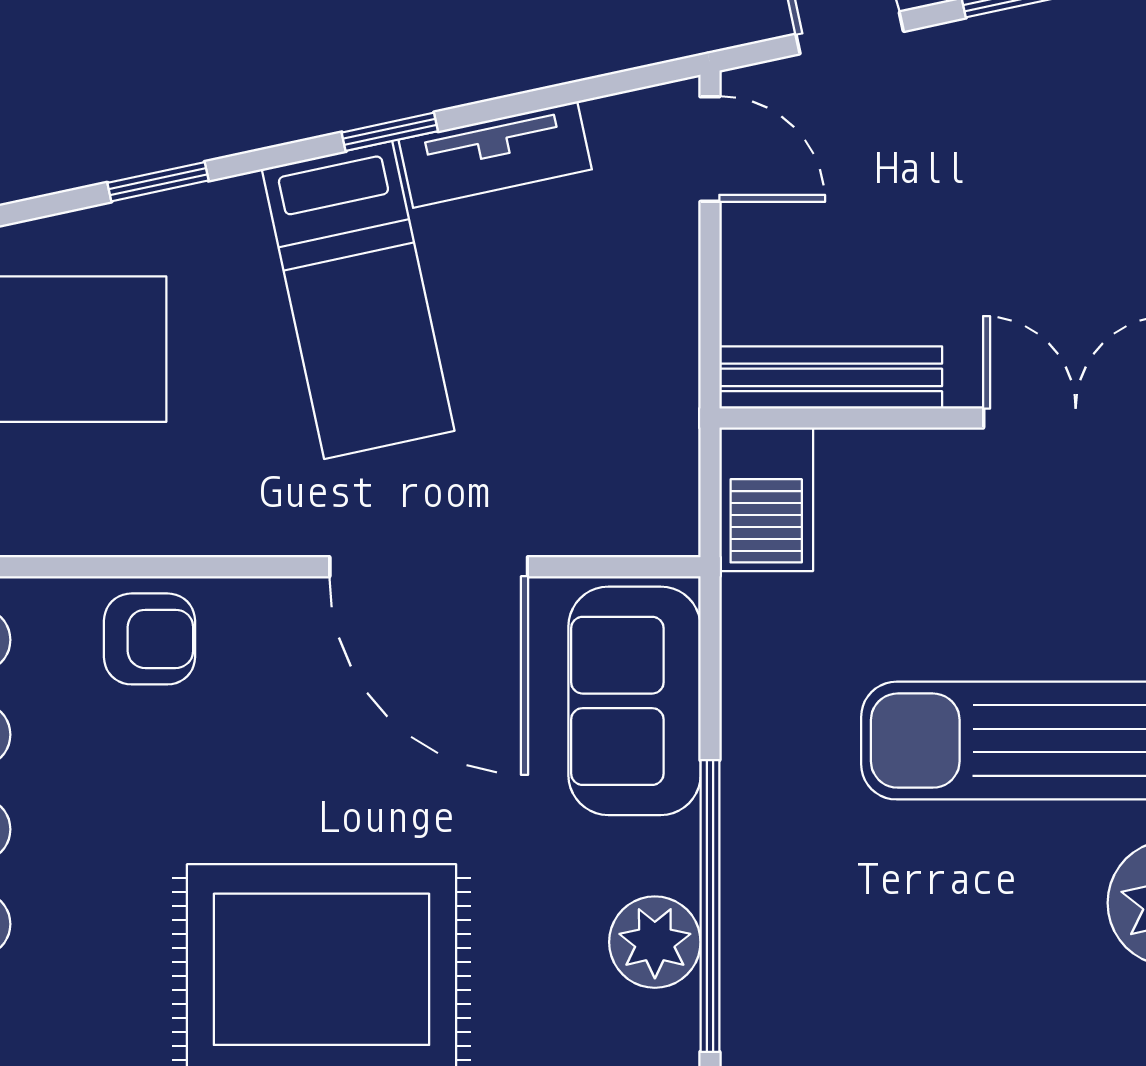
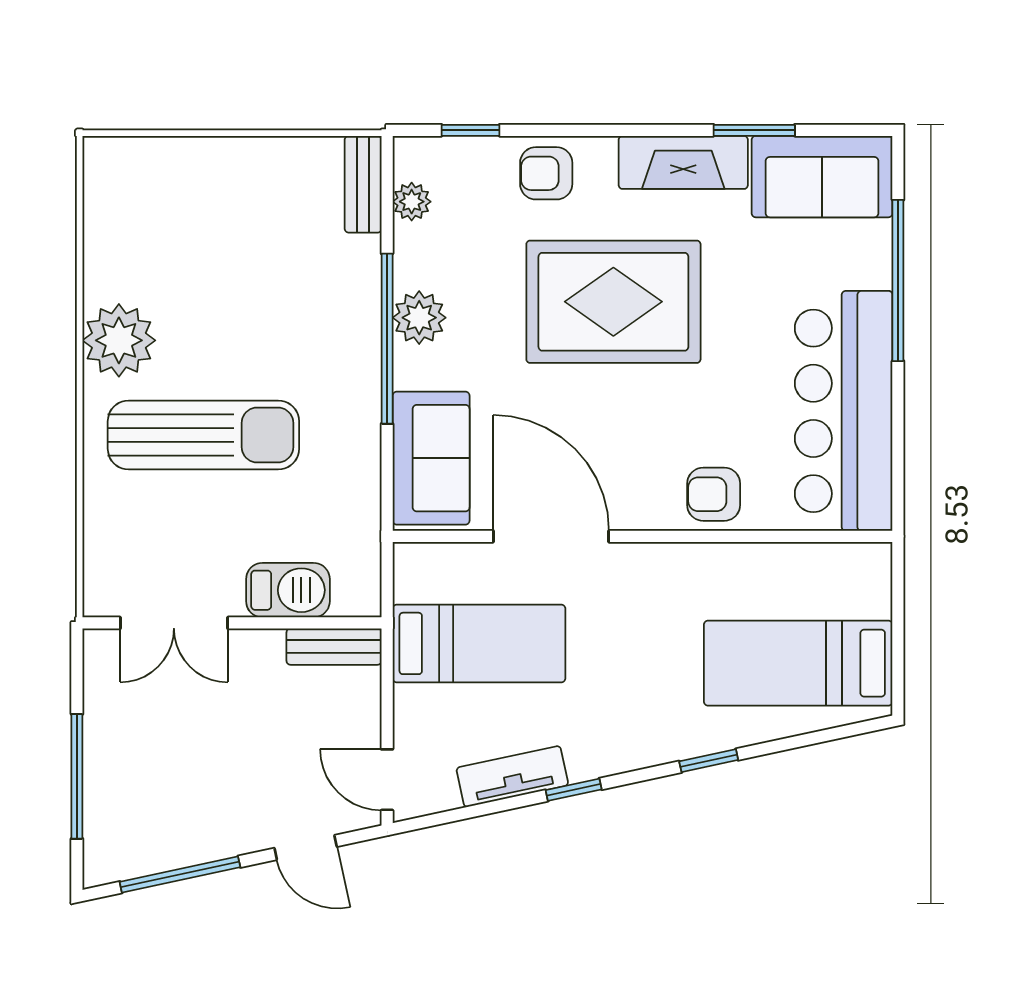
bed: (358, 300) -> (479, 643), moved, turned 102
bench: (831, 377) -> (334, 647), width x0.73
barbecue: (766, 499) -> (288, 590), moved, turned 90

